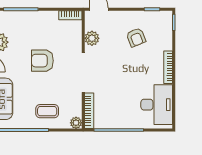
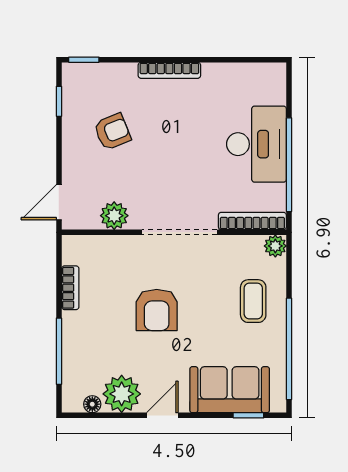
bookcase: (70, 15) -> (70, 288), moved
desk: (157, 105) -> (256, 144), moved, turned 90

